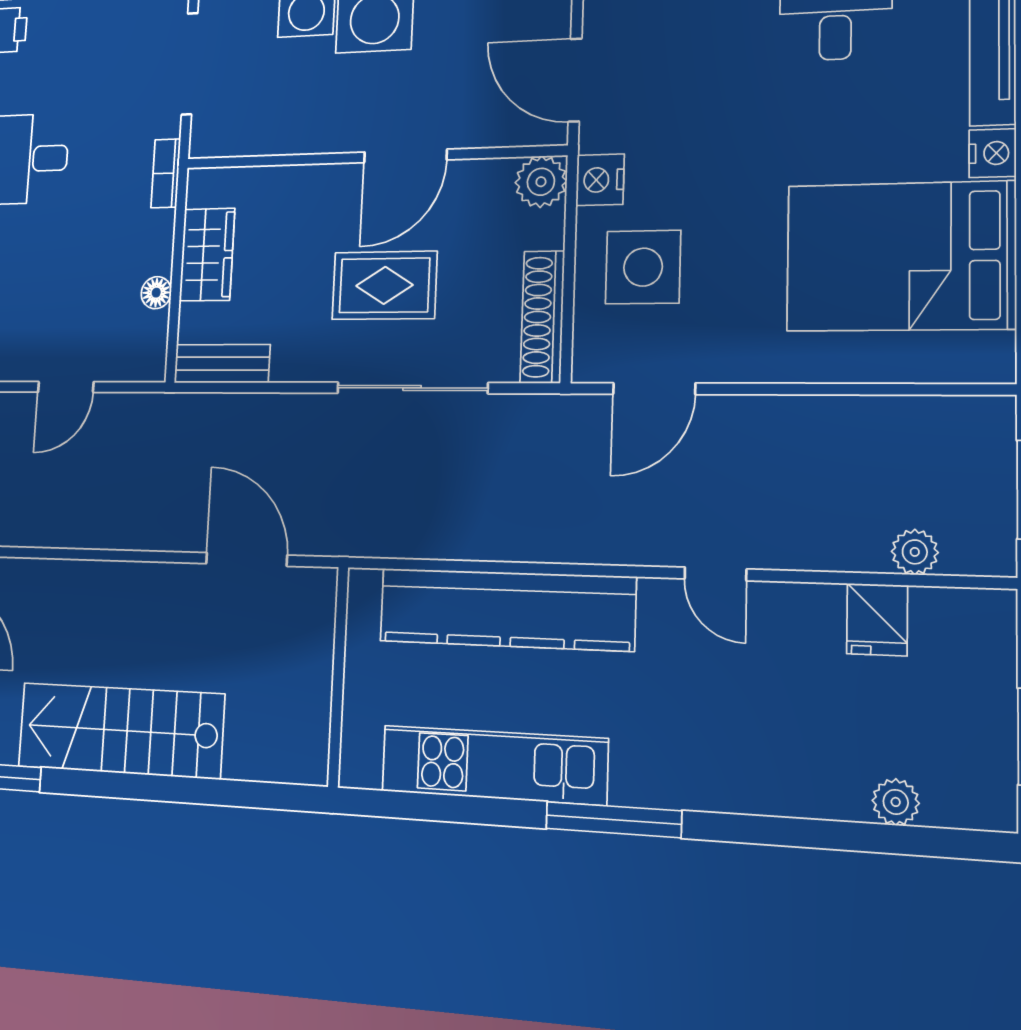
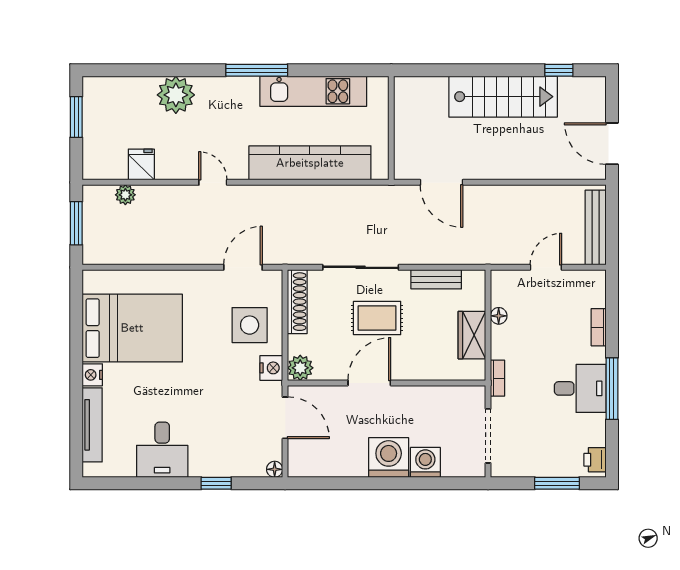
bench: (222, 364) -> (436, 279), moved
plant: (896, 802) -> (176, 95), moved, width x1.87, depth x1.87

